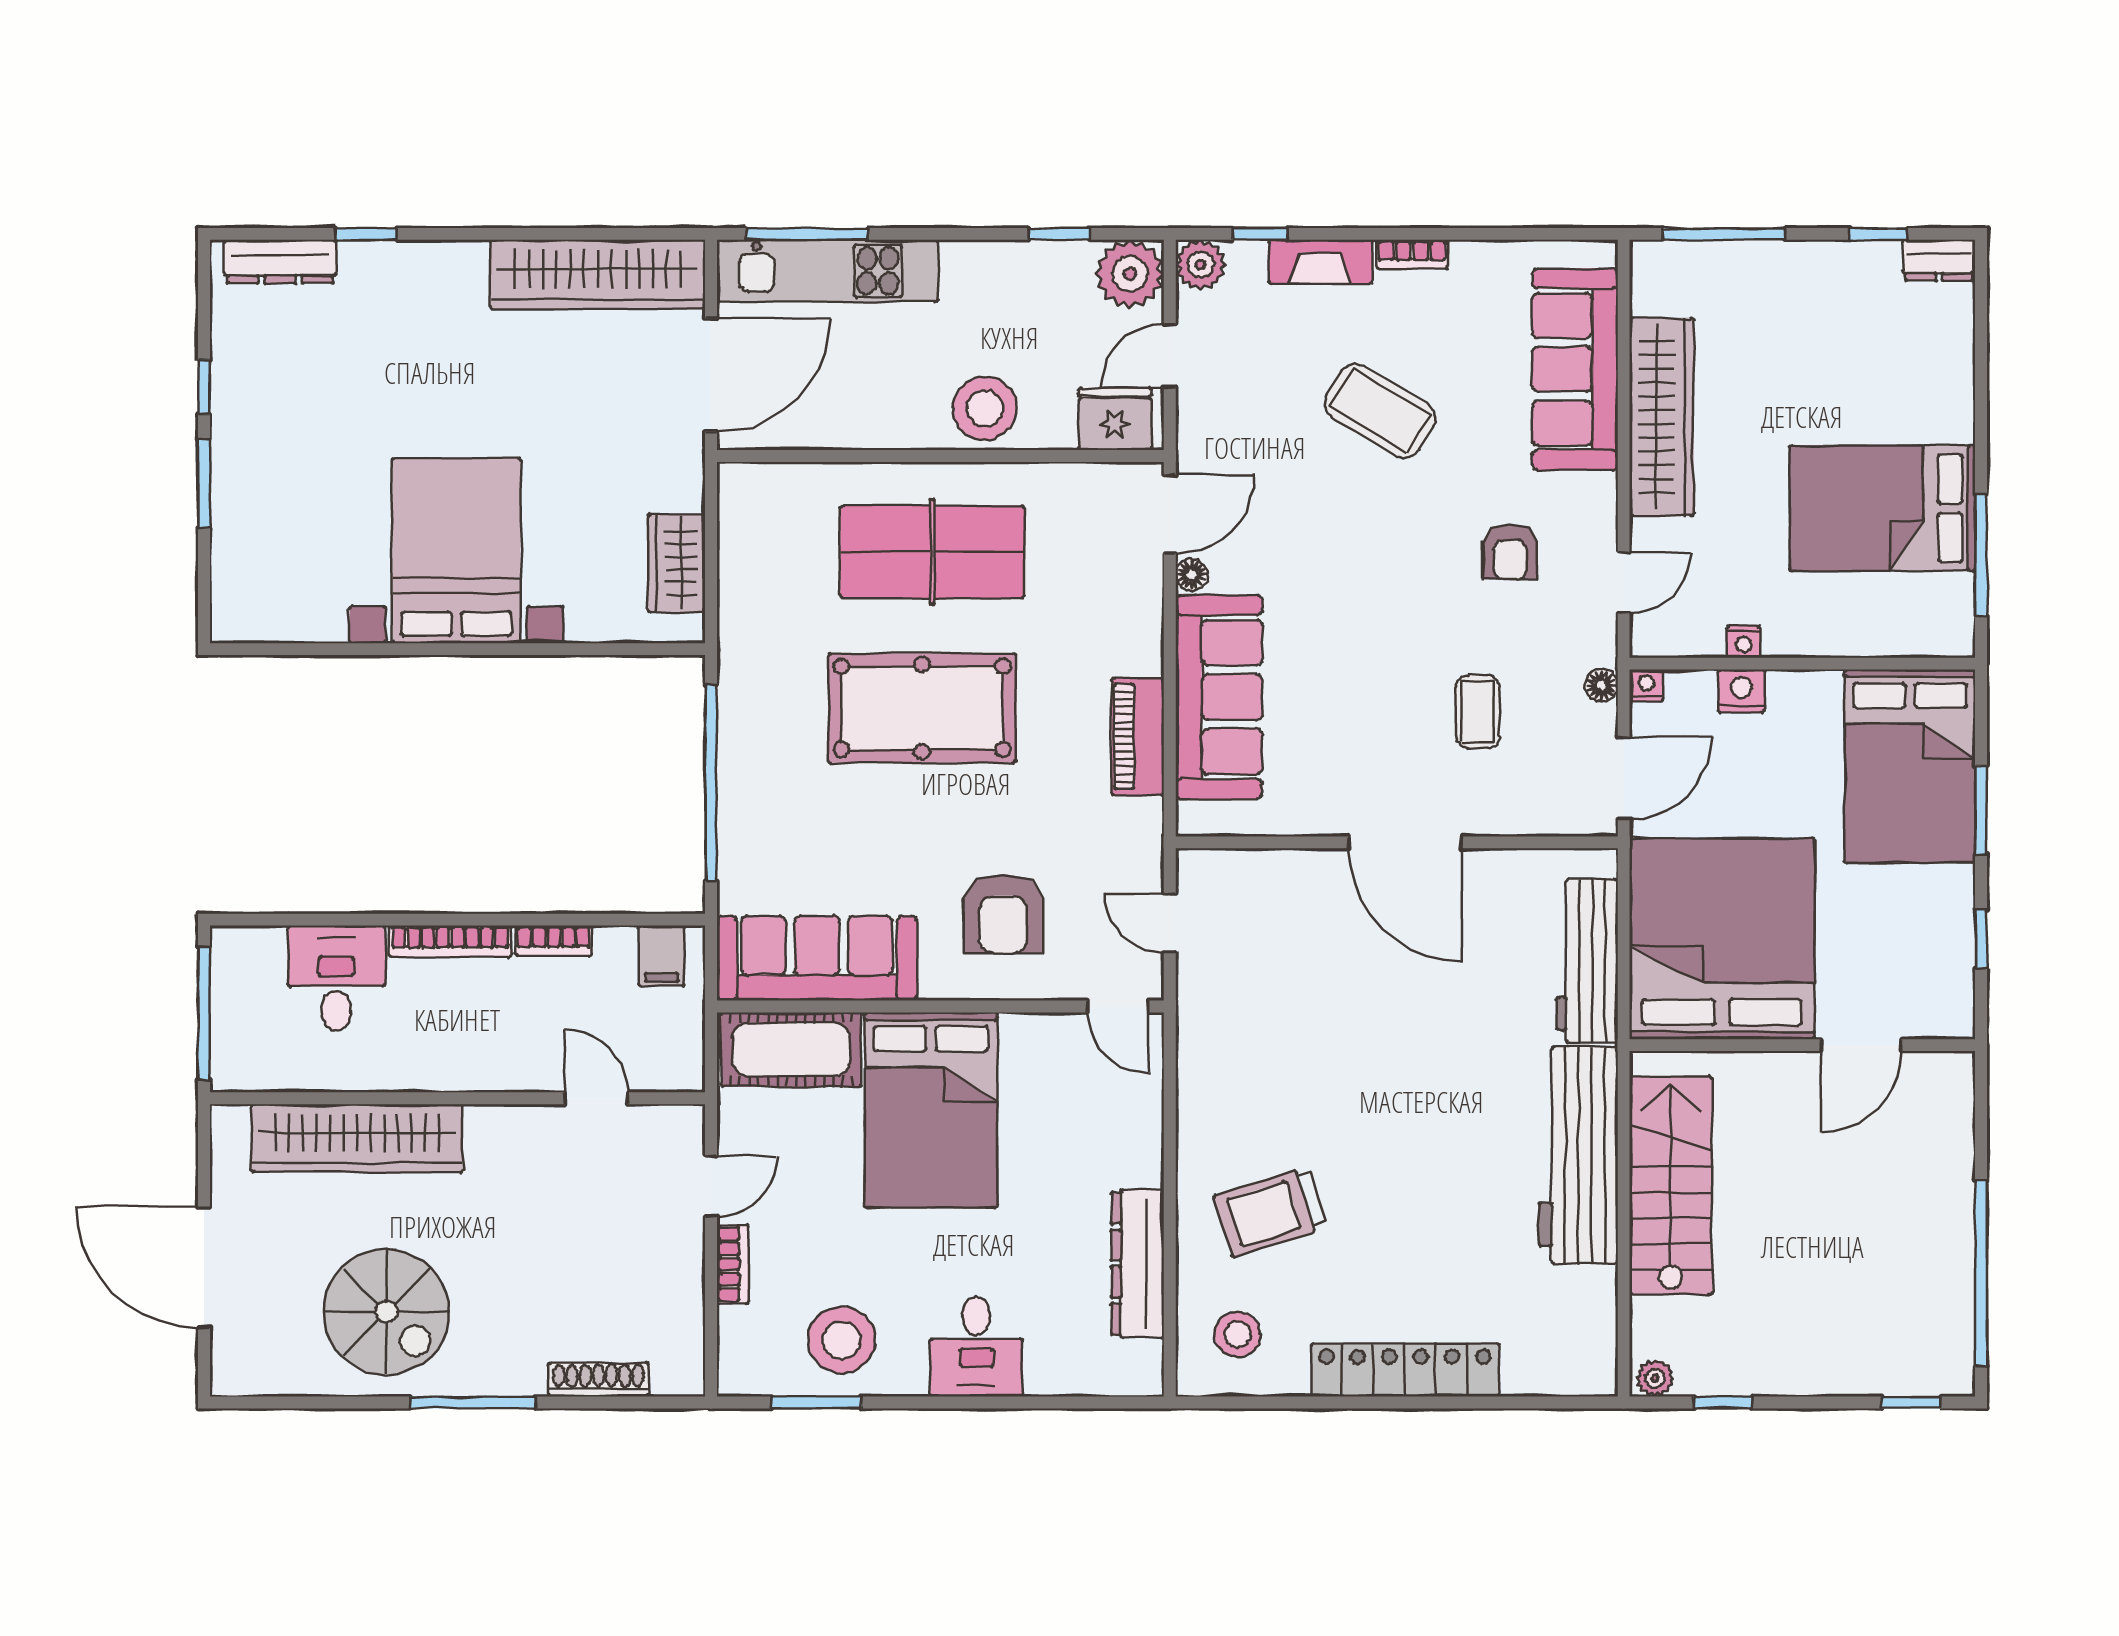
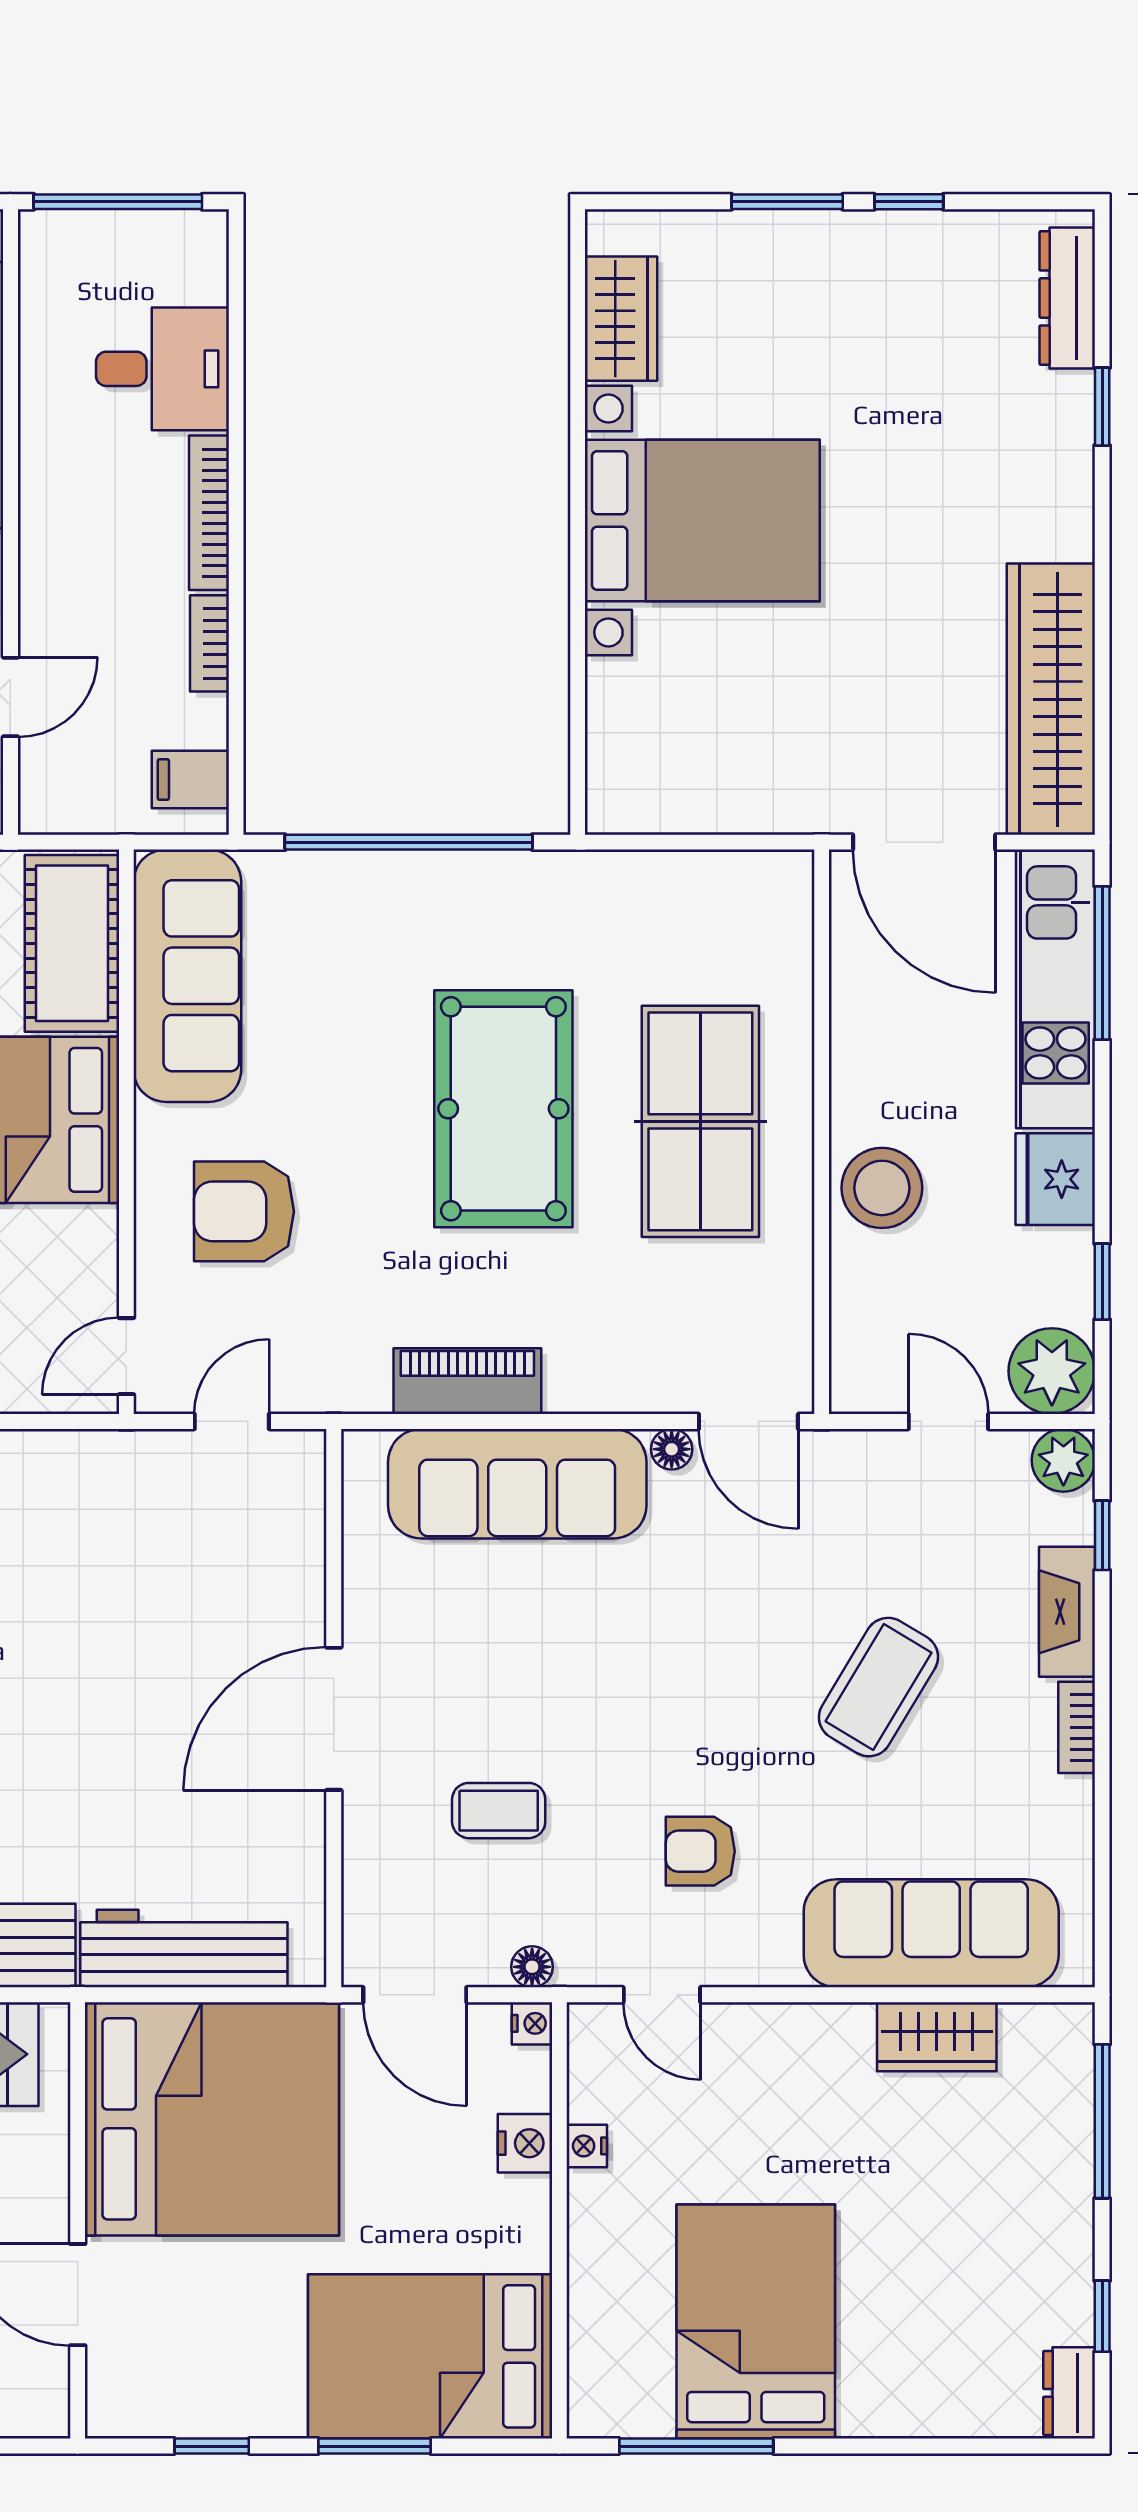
wardrobe: (1662, 417) -> (937, 2037), width x0.48, depth x0.85
fridge: (1115, 419) -> (1055, 1179), moved, turned 180
wardrobe: (677, 563) -> (621, 319), moved, turned 90

